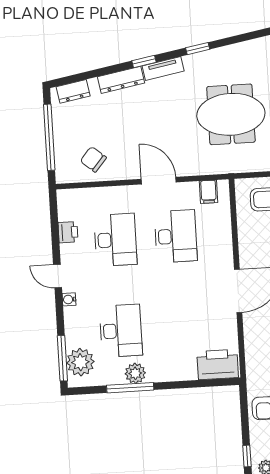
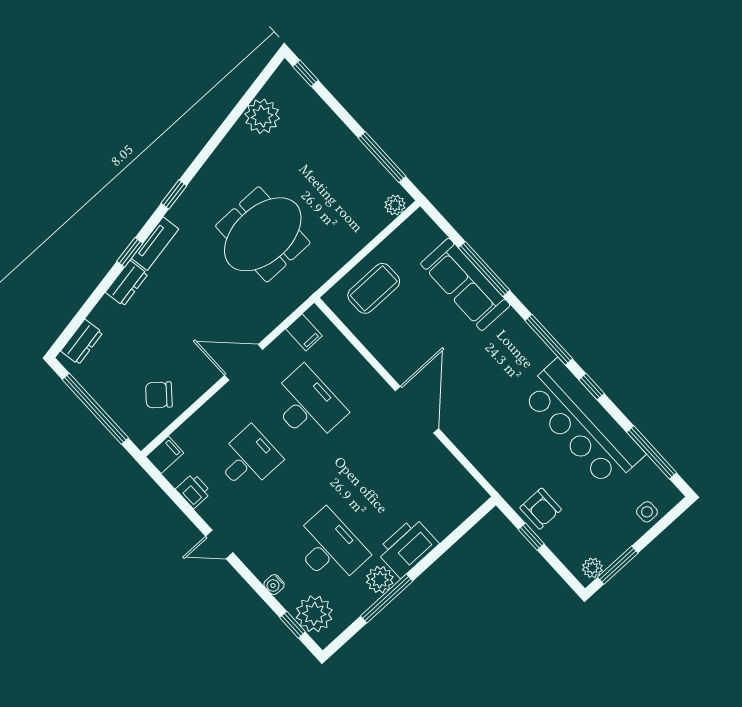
dresser: (121, 80) -> (127, 283), width x0.70
filing cabinet: (68, 197) -> (165, 455), added
desk: (115, 240) -> (248, 459), width x0.73
water cooler: (69, 299) -> (274, 585), moved
window: (62, 358) -> (293, 625), width x0.46
printer: (218, 364) -> (407, 547), moved
window: (247, 456) -> (531, 537), moved

